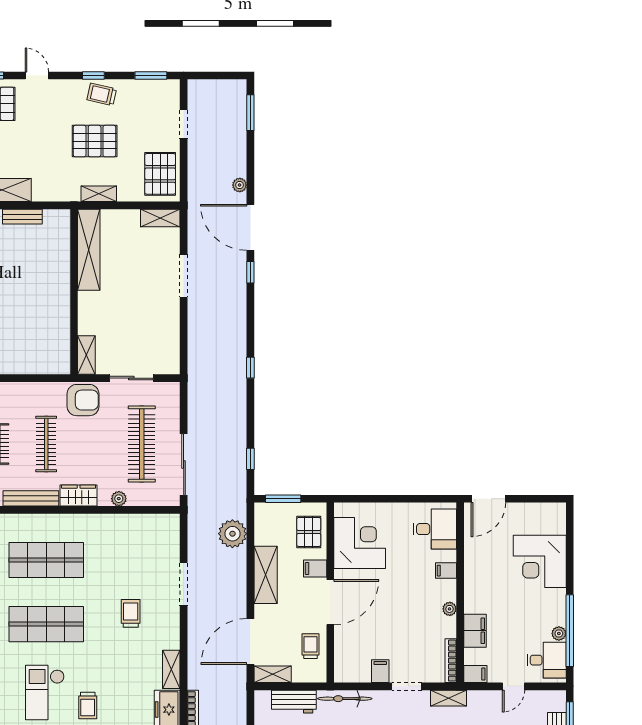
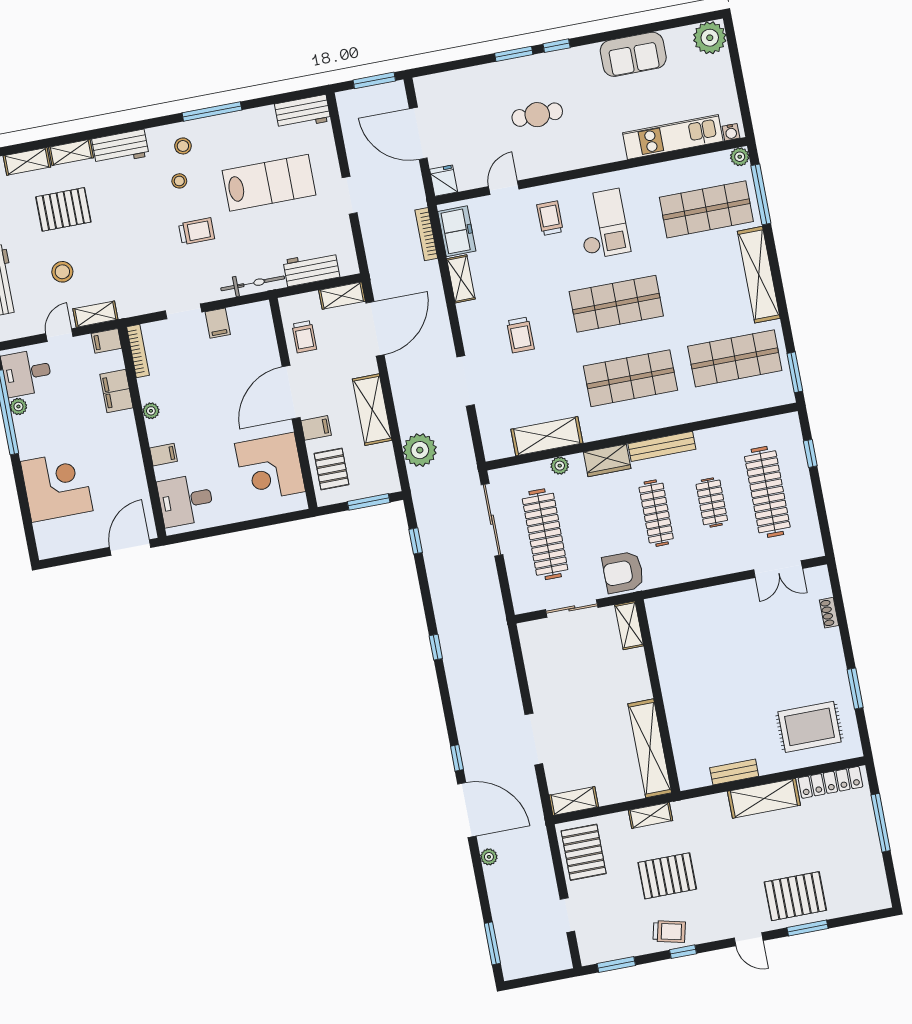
shelving: (125, 525) -> (547, 436), added
shelving: (449, 698) -> (95, 314), moved

